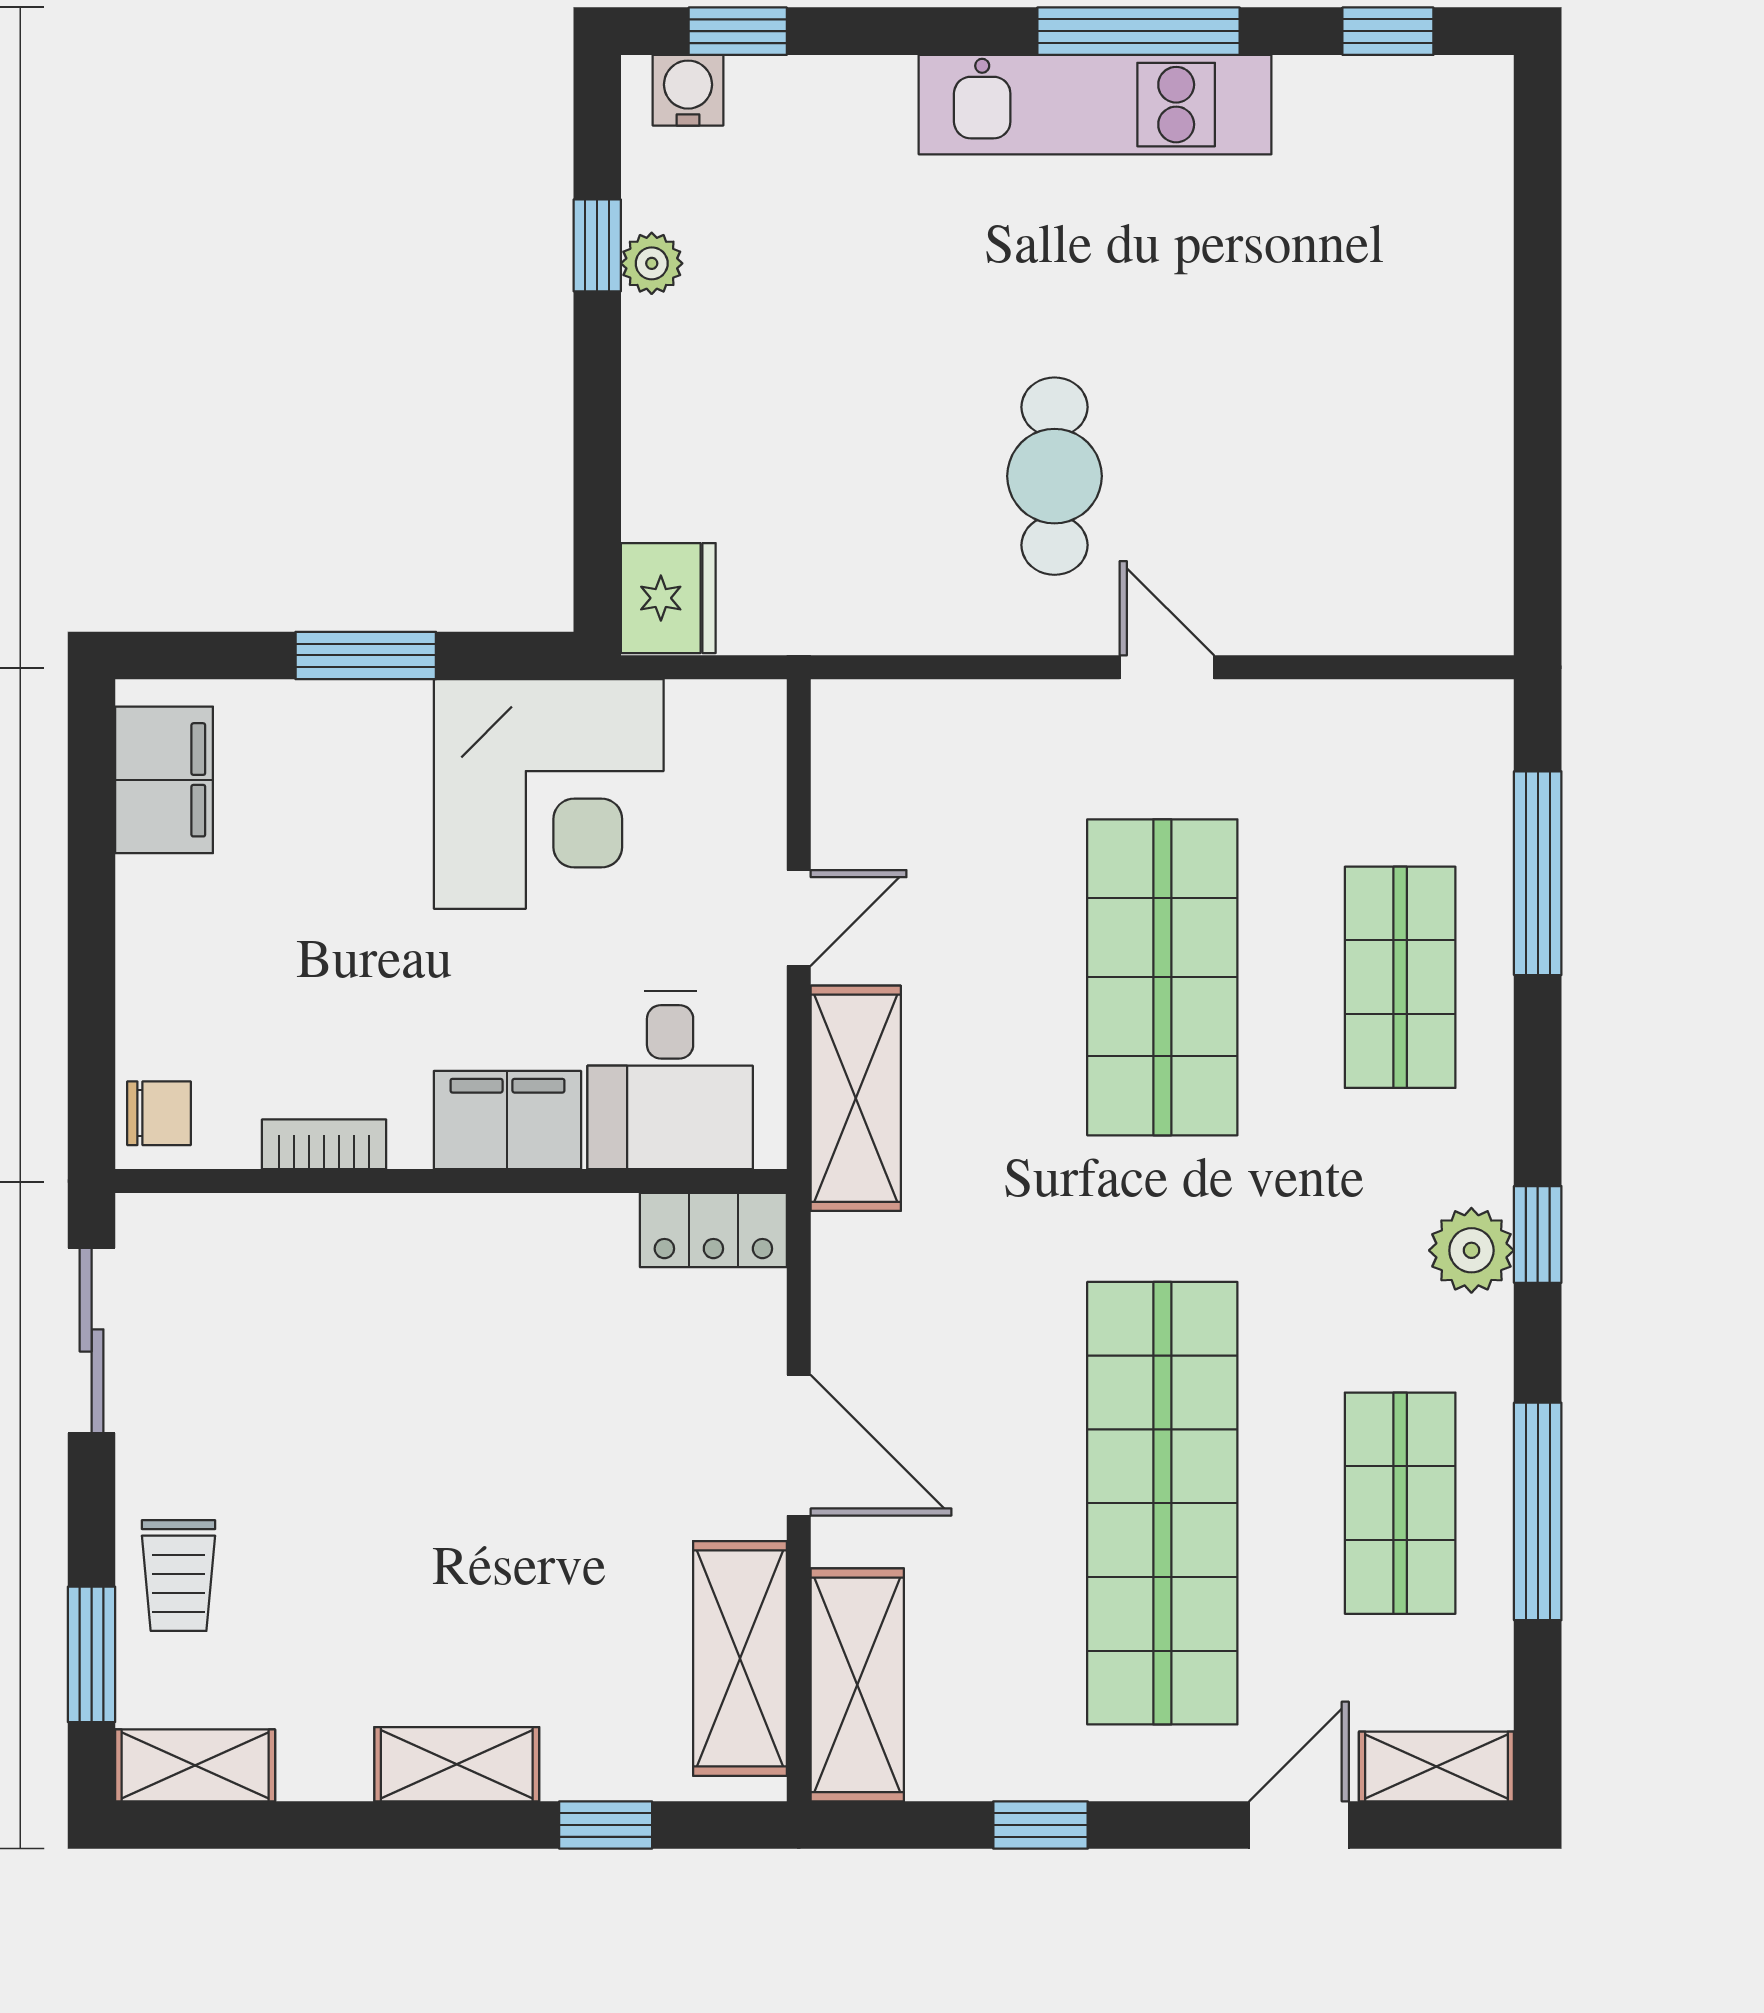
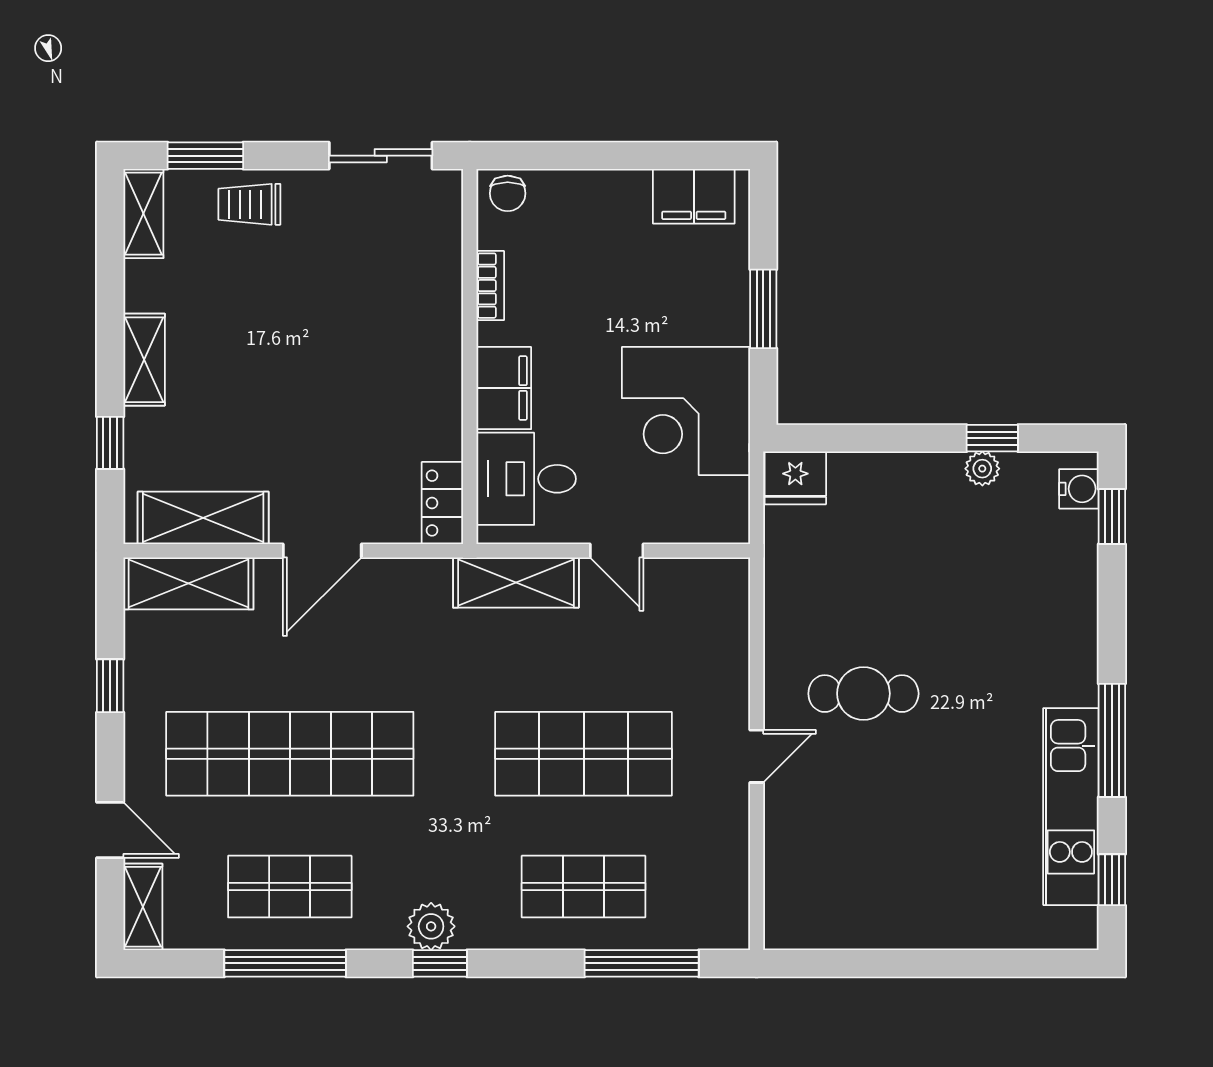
kitchen unit: (1095, 105) -> (1071, 807), moved

